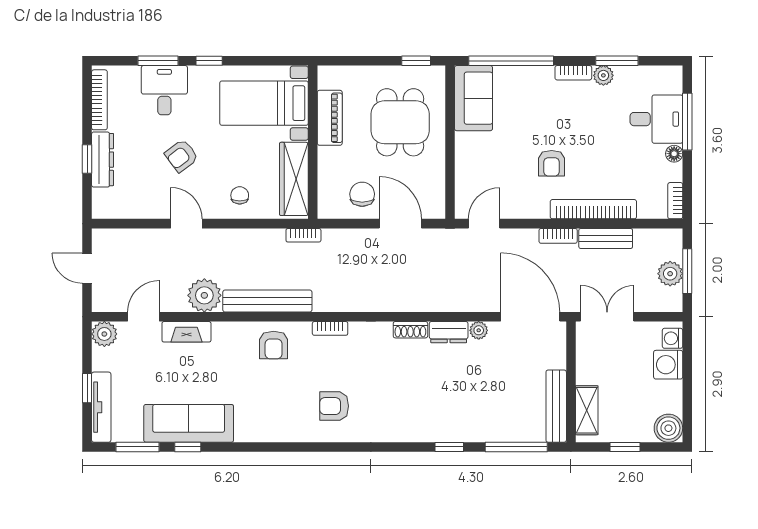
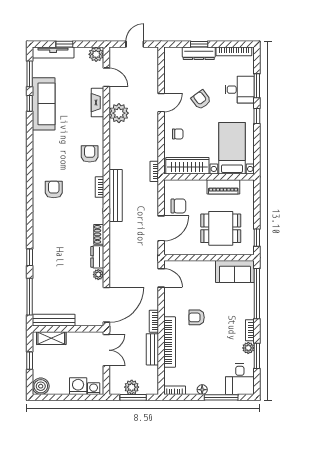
desk: (656, 119) -> (240, 379), moved
bench: (267, 301) -> (116, 196), moved
armchair: (274, 345) -> (90, 154), turned 90

